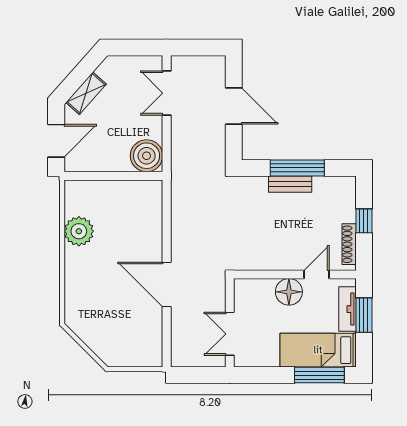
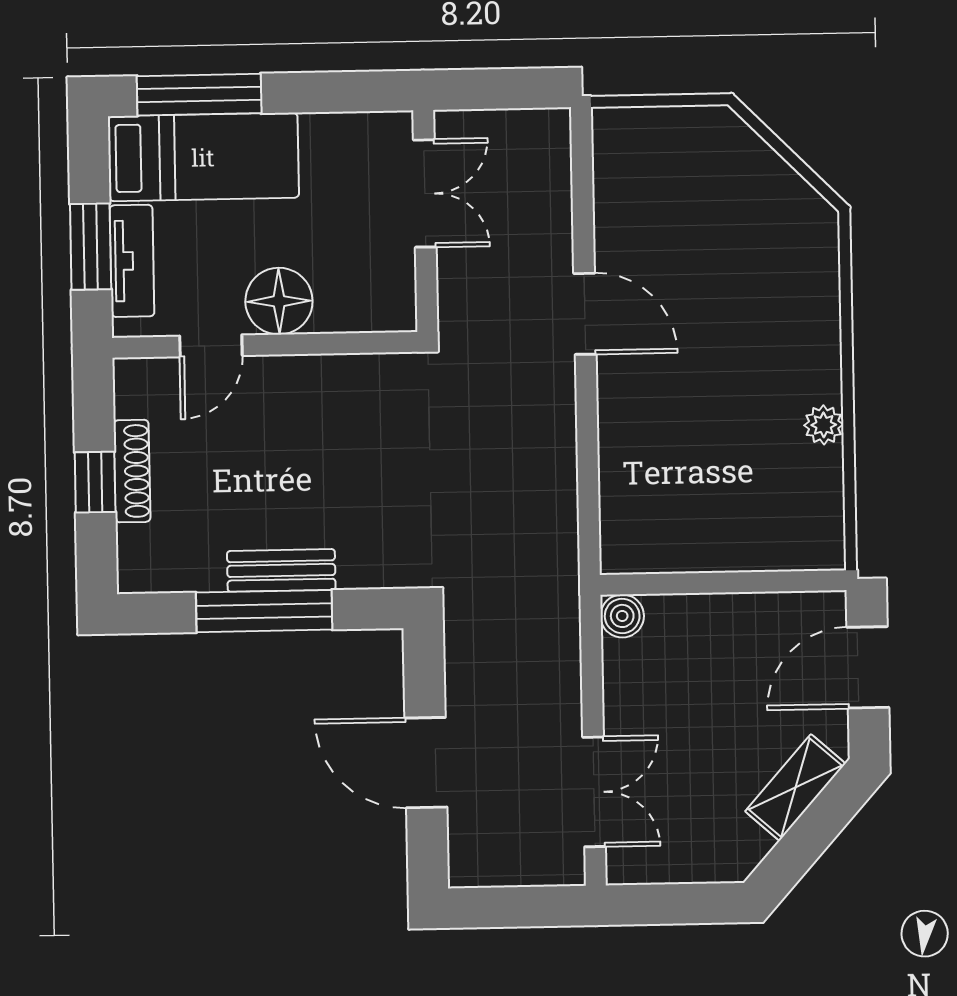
boiler: (147, 156) -> (622, 616), width x0.54, depth x0.54
plant: (79, 231) -> (824, 425), width x0.53, depth x0.53
shoe rack: (349, 244) -> (132, 471), moved
door: (167, 284) -> (585, 314), width x0.73

